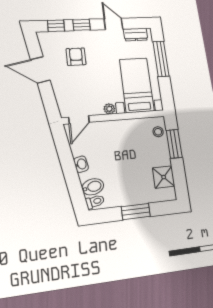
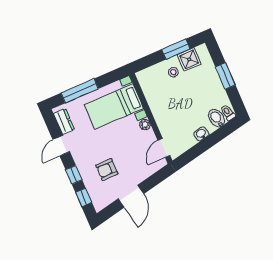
door: (79, 120) -> (164, 148), swing flipped
stool: (158, 132) -> (173, 72), moved
window: (174, 144) -> (176, 49), moved

